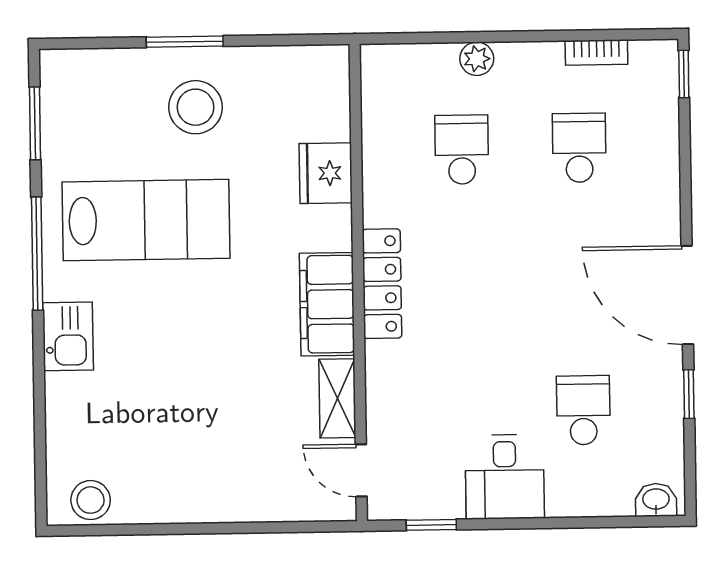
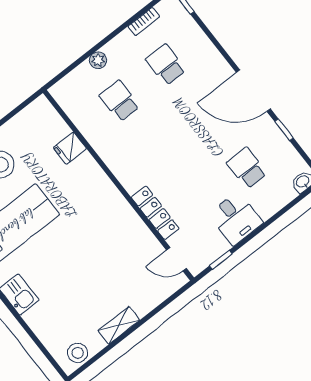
fridge: (326, 173) -> (70, 148), width x0.72
locker: (382, 284) -> (155, 213), moved
filing cabinet: (327, 304) -> (113, 203), removed
shelving: (337, 398) -> (119, 325), moved, turned 90

